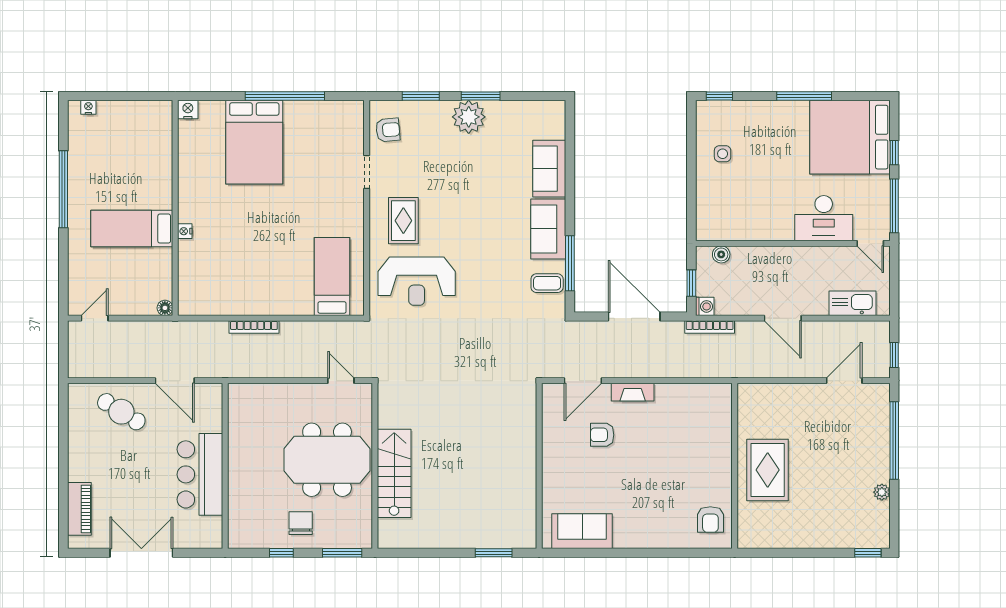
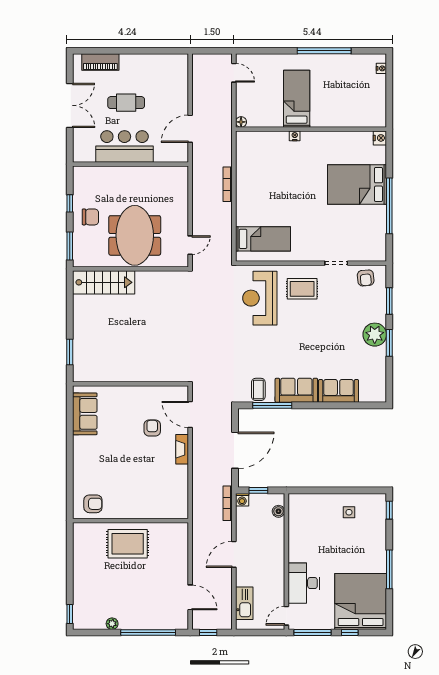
cafe table: (121, 412) -> (126, 103), moved, turned 58
stairs: (394, 473) -> (104, 282), moved
armchair: (710, 519) -> (93, 504), turned 180

